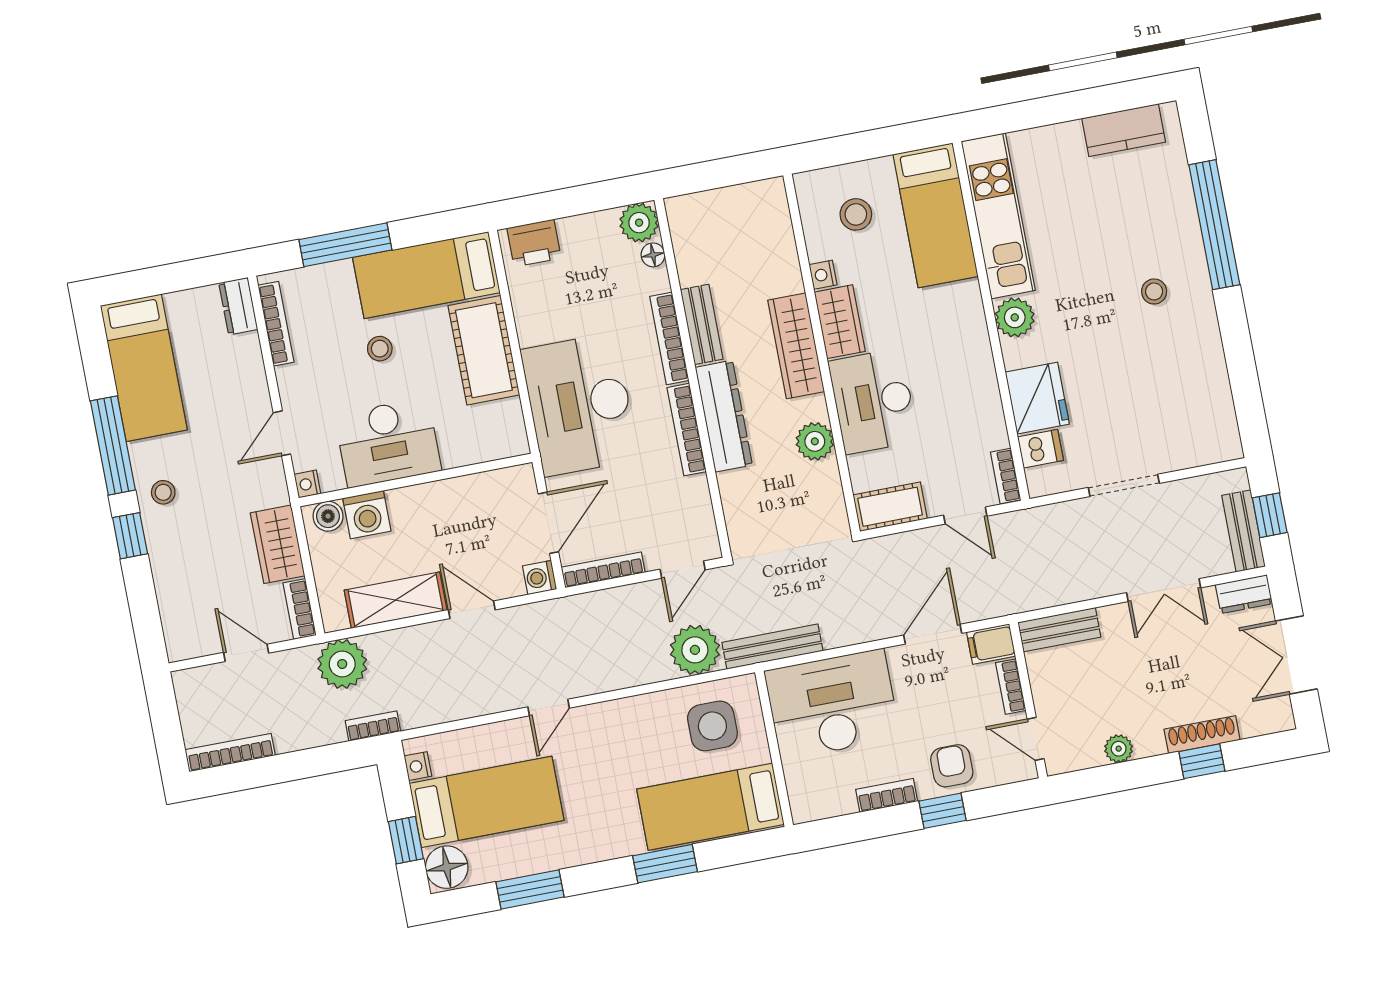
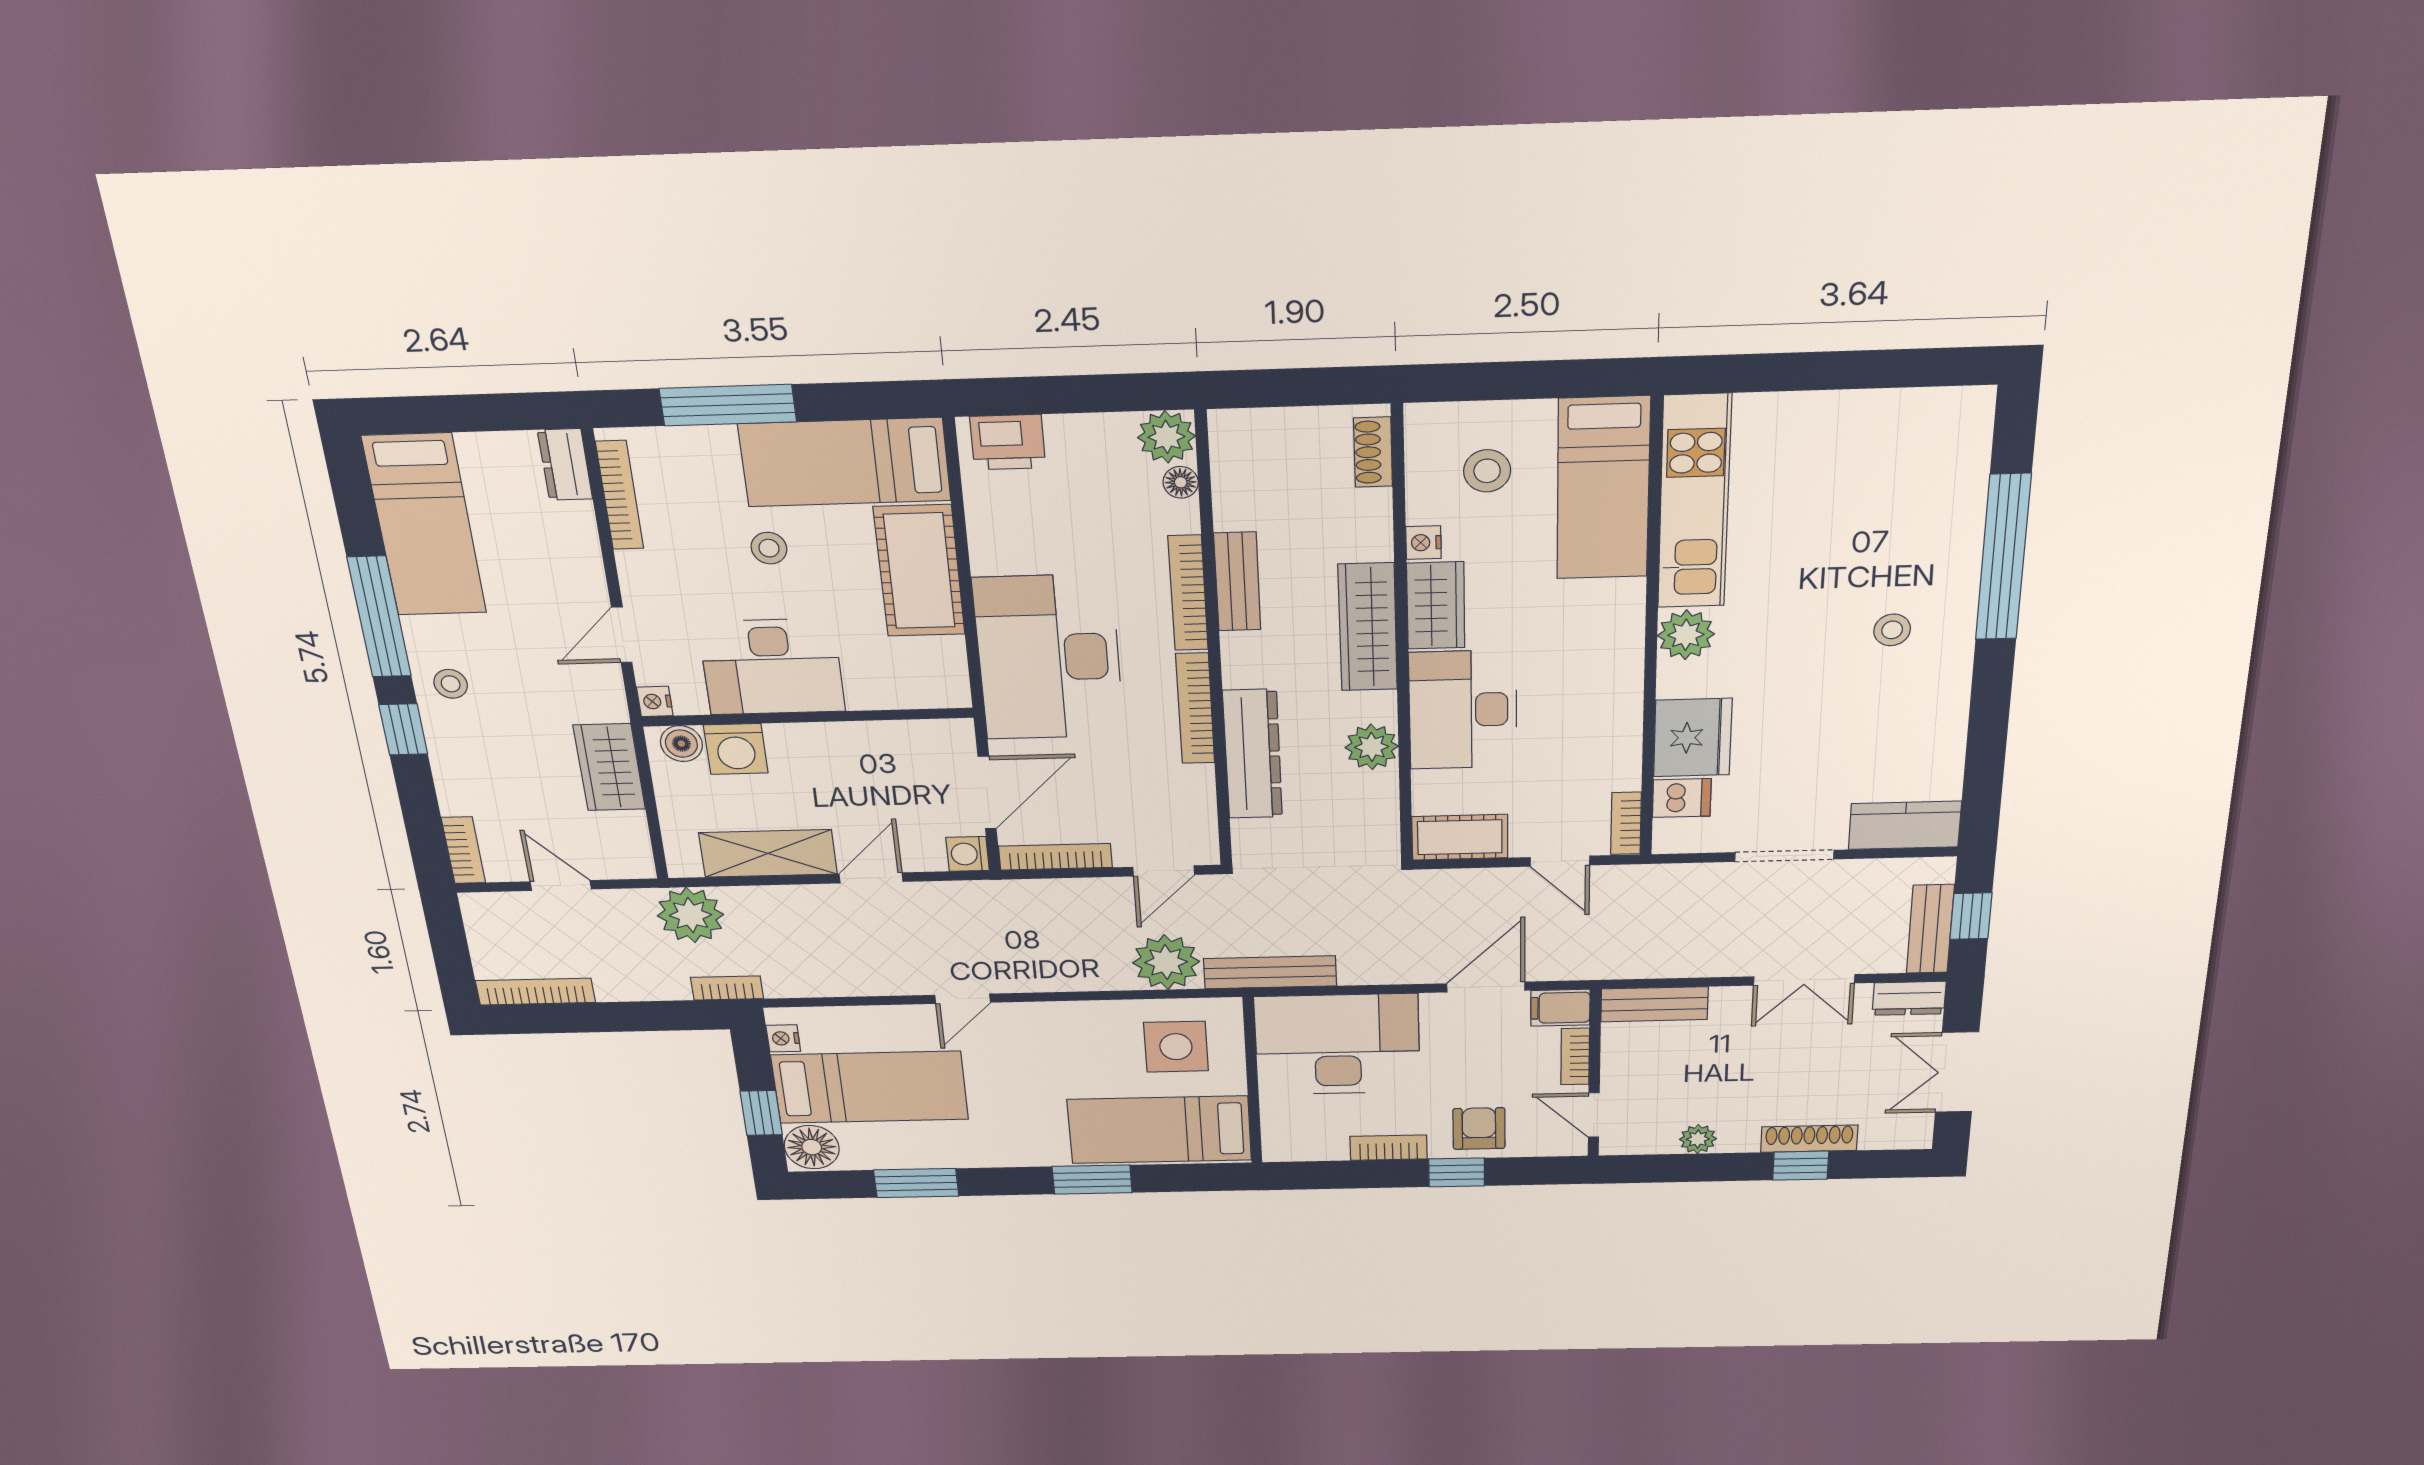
kitchen counter: (1124, 130) -> (1905, 825), moved, turned 180
shoe rack: (778, 212) -> (1373, 452), added
dresser: (724, 416) -> (1253, 754), moved
bookcase: (300, 609) -> (463, 850), moved, turned 180
door: (472, 610) -> (871, 878), hinge flipped

